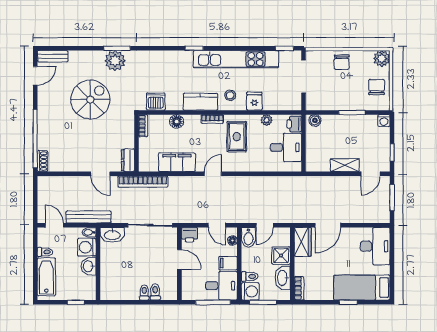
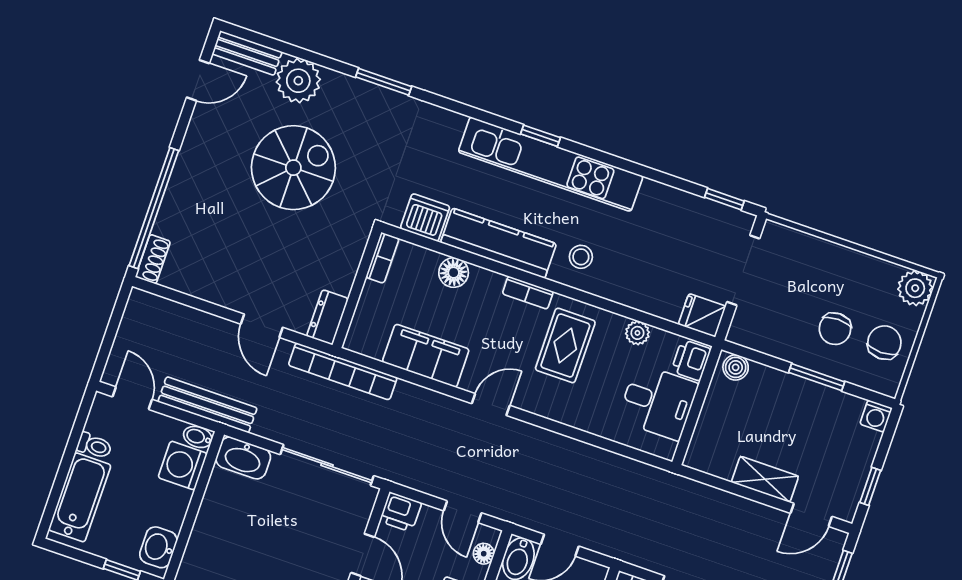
kitchen unit: (236, 59) -> (551, 164), moved
plant: (115, 61) -> (298, 81), moved
chair: (342, 62) -> (835, 329), moved
fridge: (254, 101) -> (702, 315), moved, turned -90
kitchen counter: (200, 102) -> (498, 243), width x1.50
washbasin: (88, 266) -> (158, 547), moved

